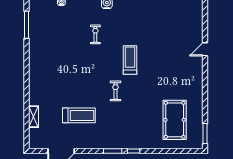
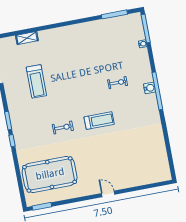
door: (205, 49) -> (108, 194), moved
exercise bike: (115, 91) -> (63, 127), moved
pool table: (175, 120) -> (50, 174), width x1.36, depth x1.32

